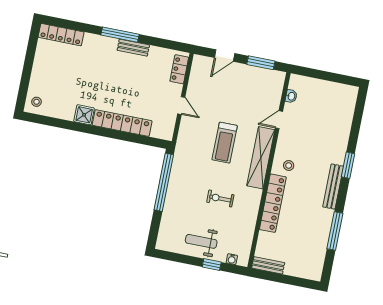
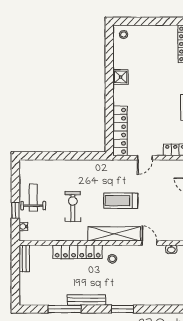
locker: (122, 123) -> (120, 131), moved
window: (164, 182) -> (77, 156), removed
bench: (333, 187) -> (86, 300), moved
exercise bike: (220, 198) -> (73, 206), width x1.38, depth x1.39

